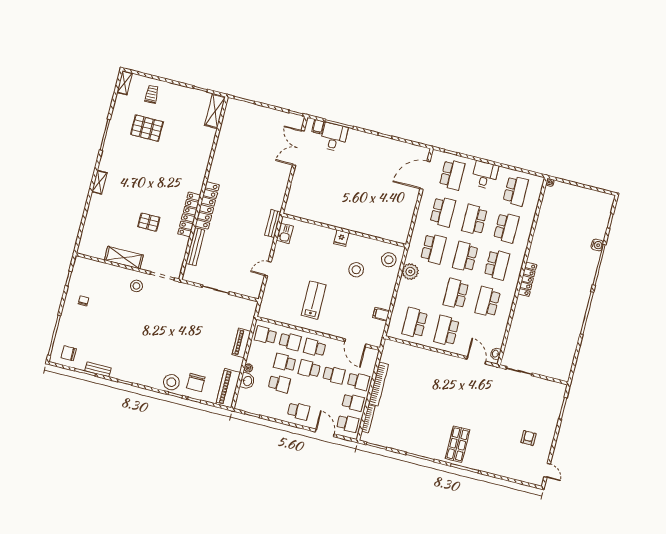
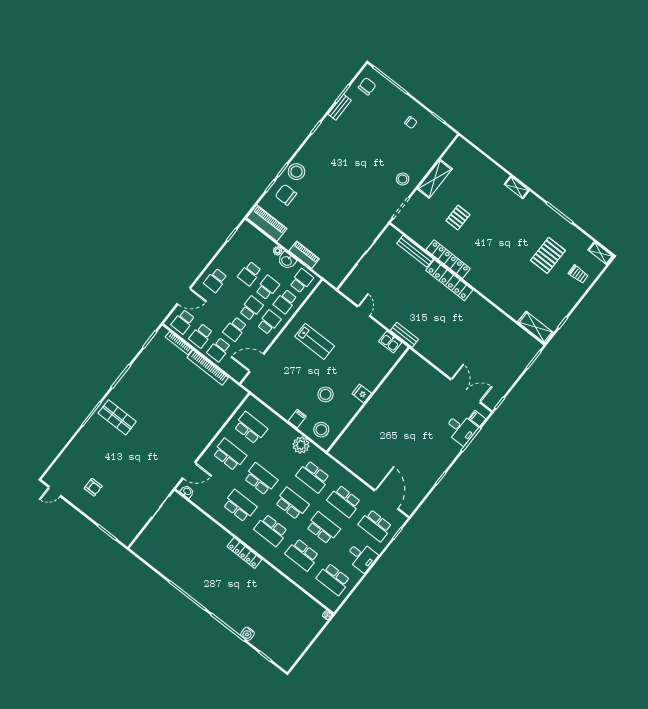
filing cabinet: (381, 314) -> (297, 419), moved
washbasin: (247, 381) -> (287, 261), moved

